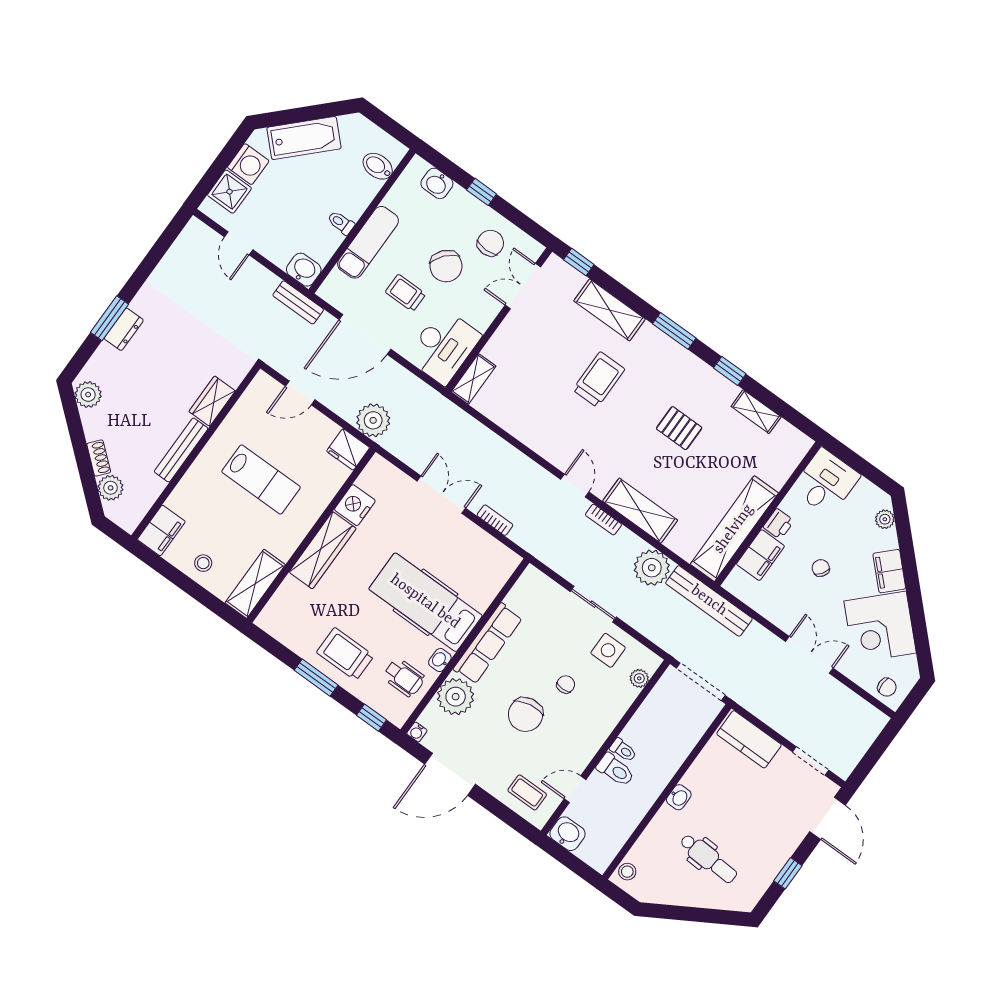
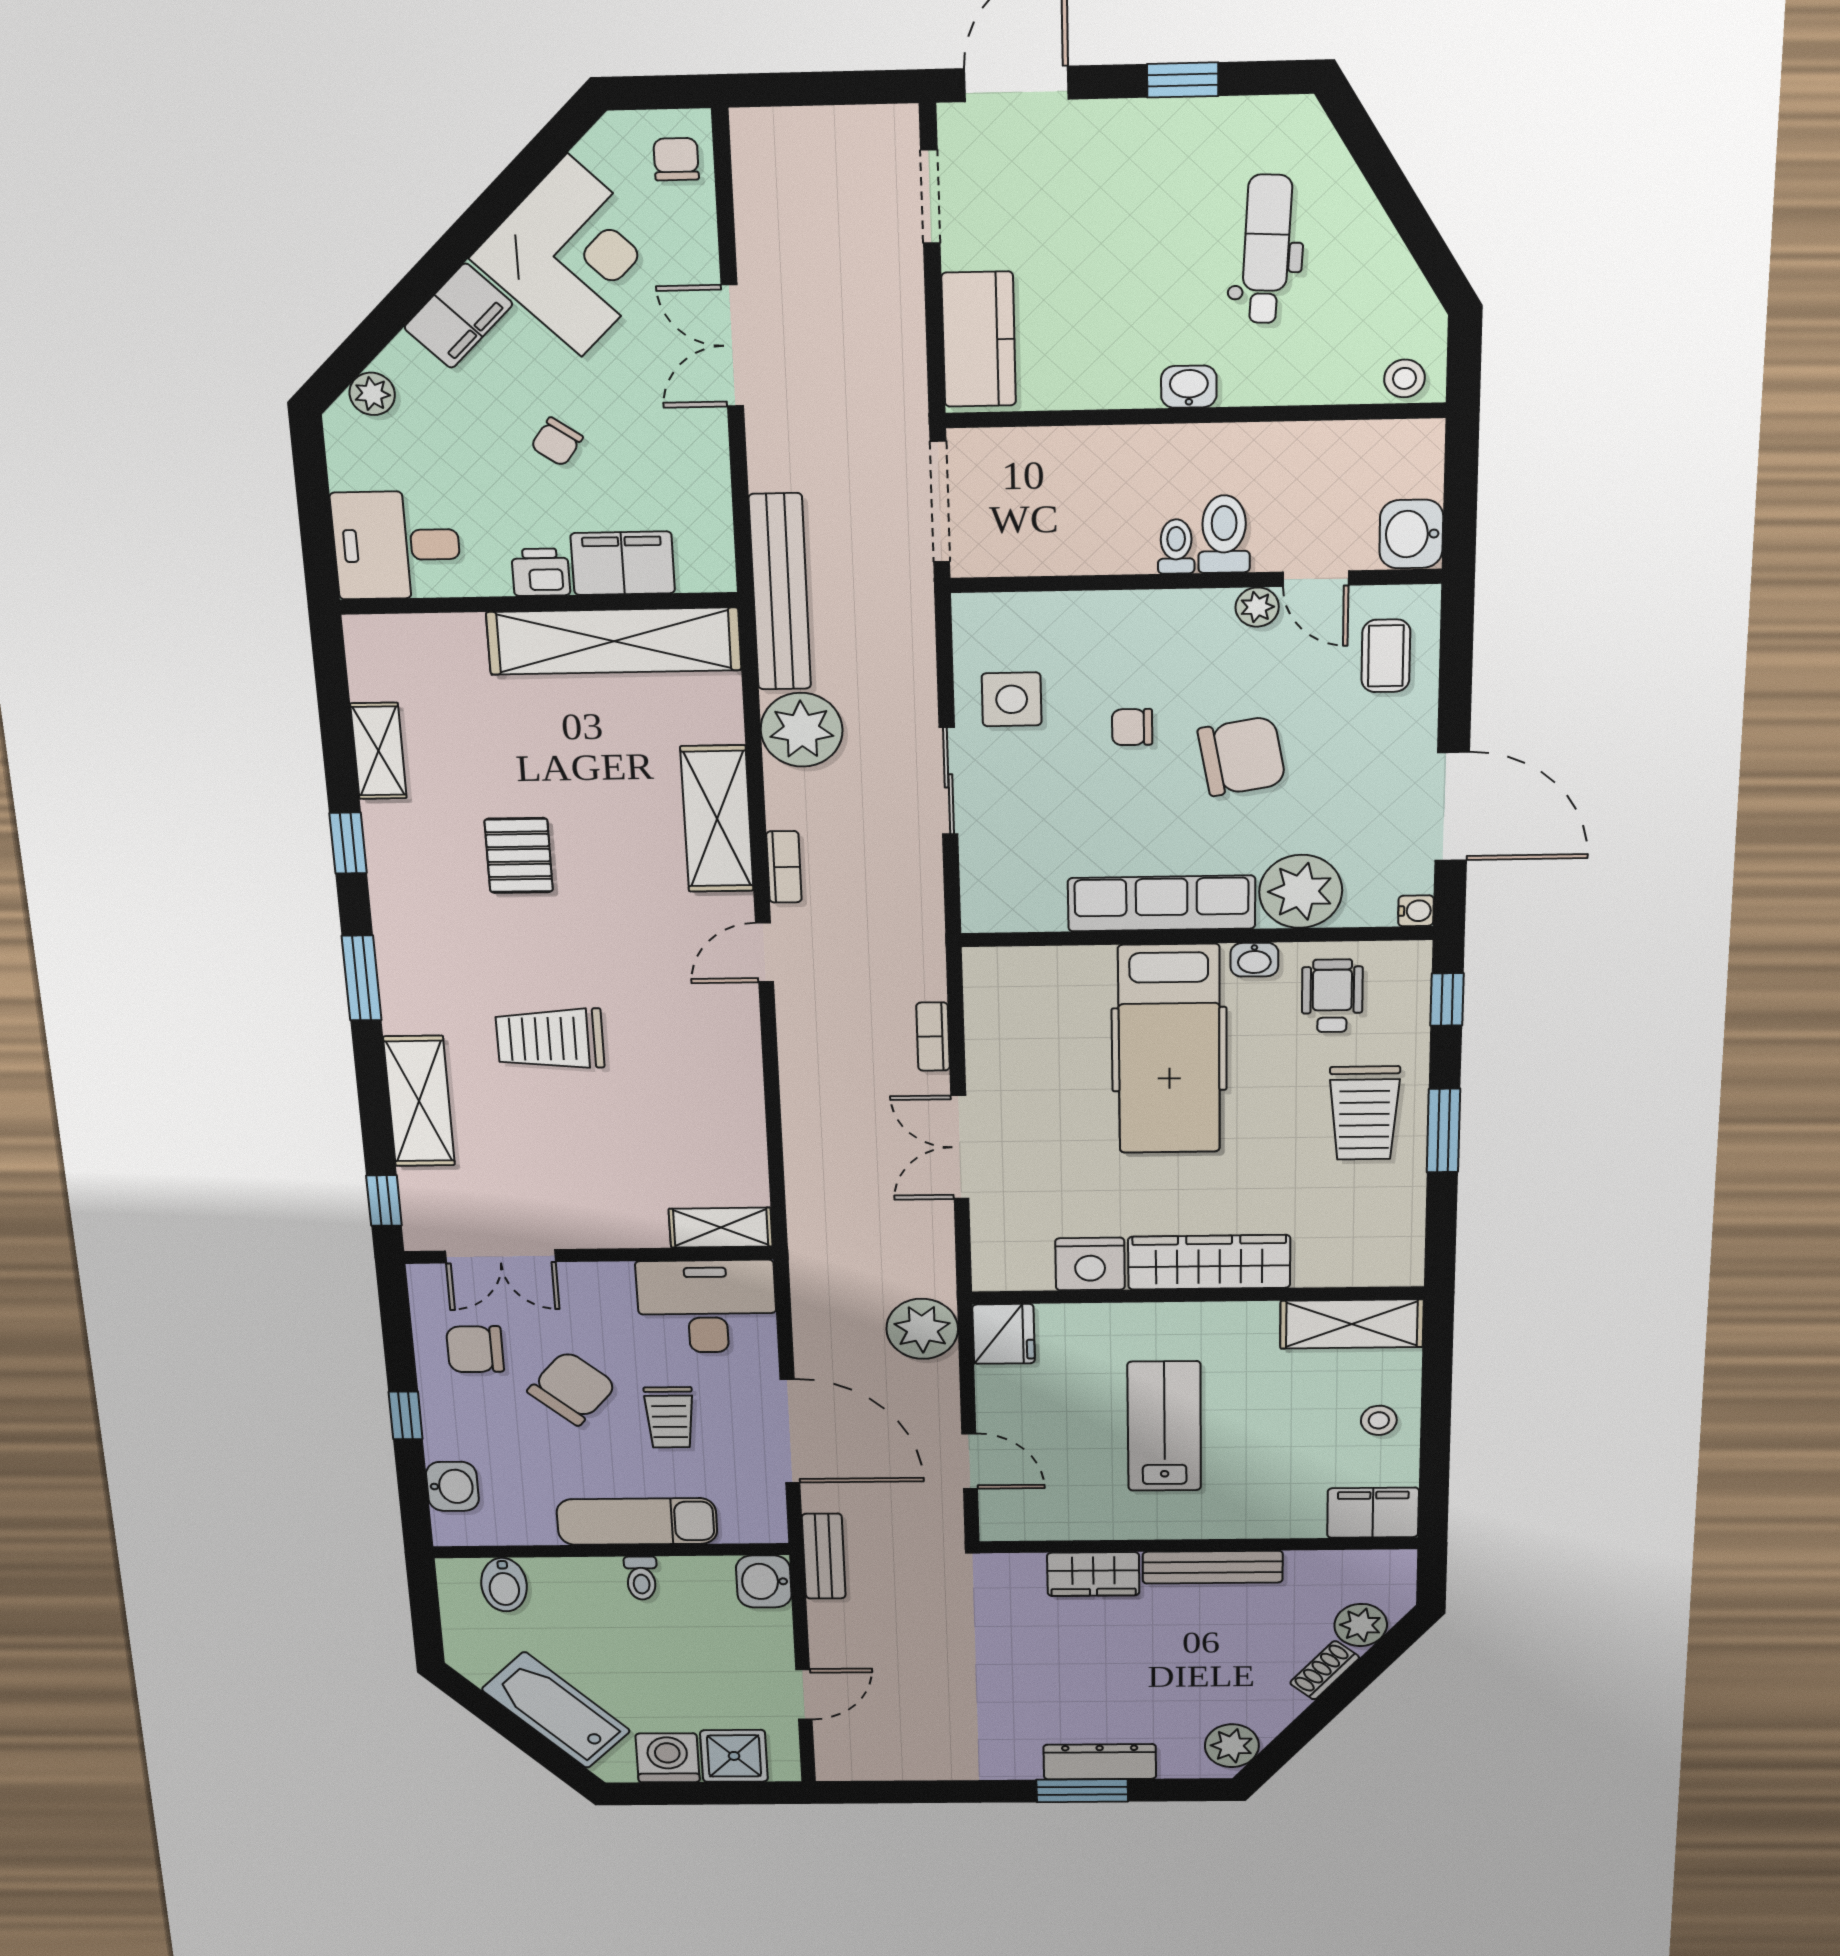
dresser: (124, 329) -> (1100, 1762), width x1.44
plant: (639, 678) -> (1257, 607), moved

